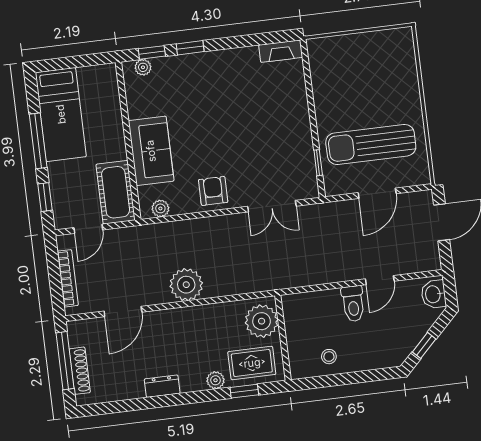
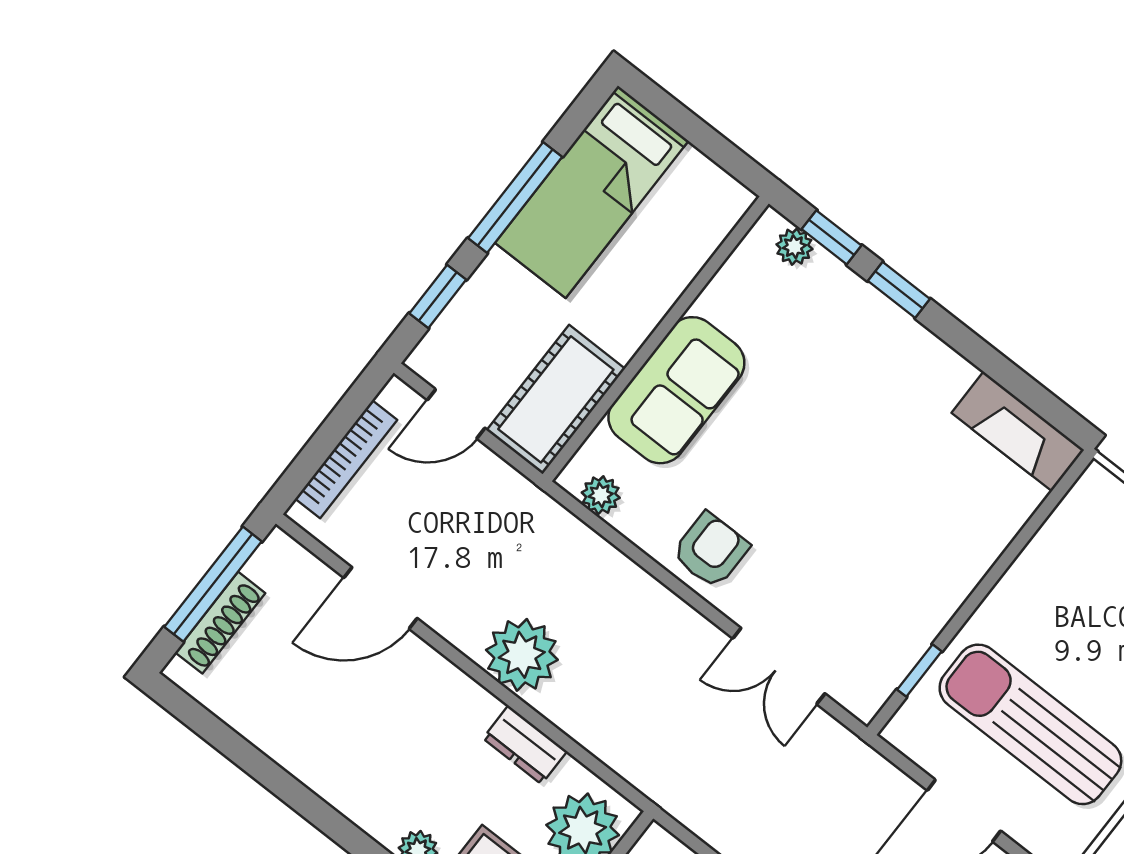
fireplace: (281, 51) -> (1018, 431), width x1.37, depth x1.32
dresser: (162, 386) -> (525, 745), moved, turned 180

